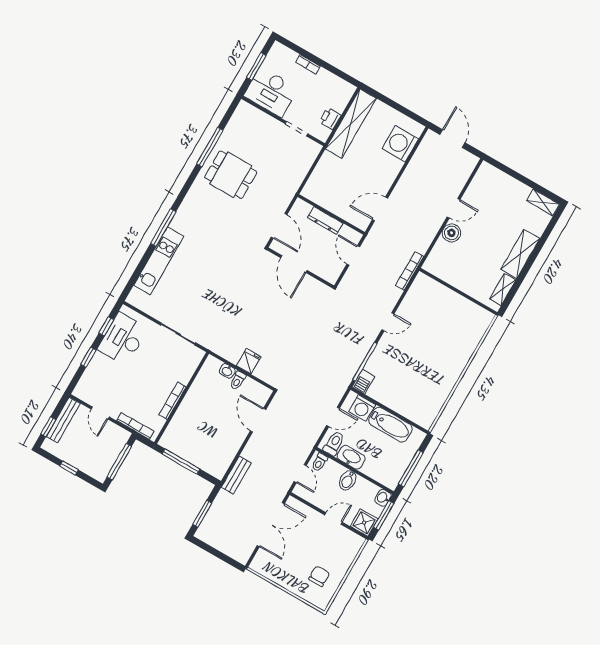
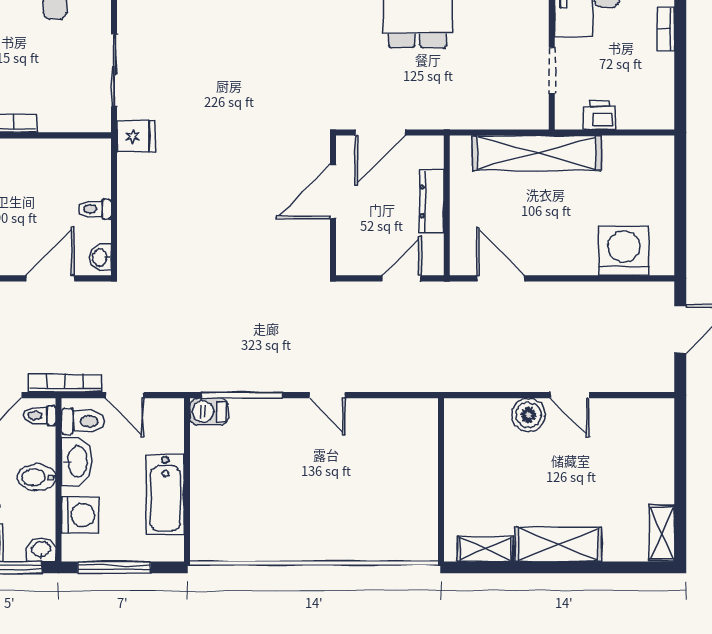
shelving: (351, 124) -> (537, 153), moved
bookcase: (410, 271) -> (65, 383), moved
fridge: (249, 361) -> (136, 136), moved
washbasin: (227, 371) -> (100, 258), moved
washing machine: (362, 408) -> (80, 515), moved, turned 180

